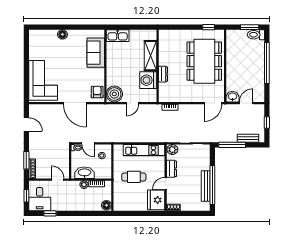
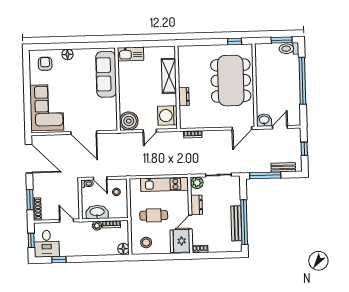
sofa: (96, 53) -> (106, 74), width x1.36
washing machine: (148, 80) -> (167, 116), moved
armchair: (97, 92) -> (45, 64), moved
door: (26, 124) -> (29, 159), width x1.87
stool: (126, 200) -> (146, 242), added

